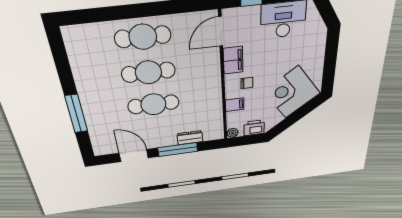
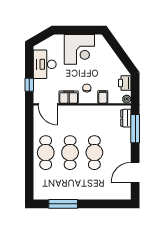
corner desk: (292, 92) -> (79, 49), moved, turned -54
window: (76, 114) -> (63, 204), moved
dresser: (190, 138) -> (126, 118), moved
window: (178, 150) -> (135, 129), moved

